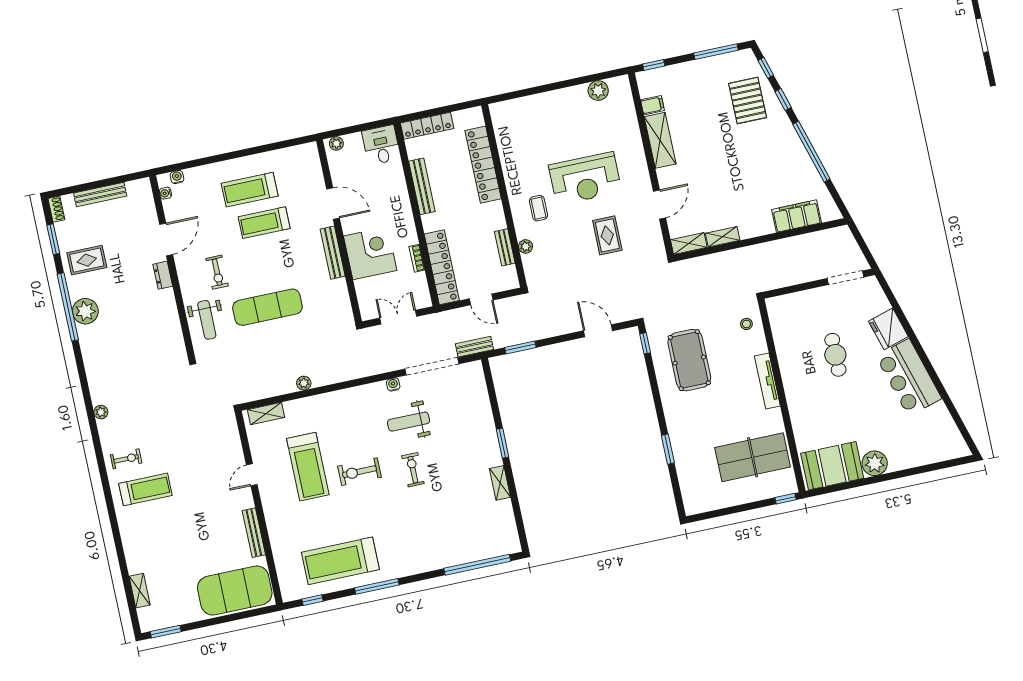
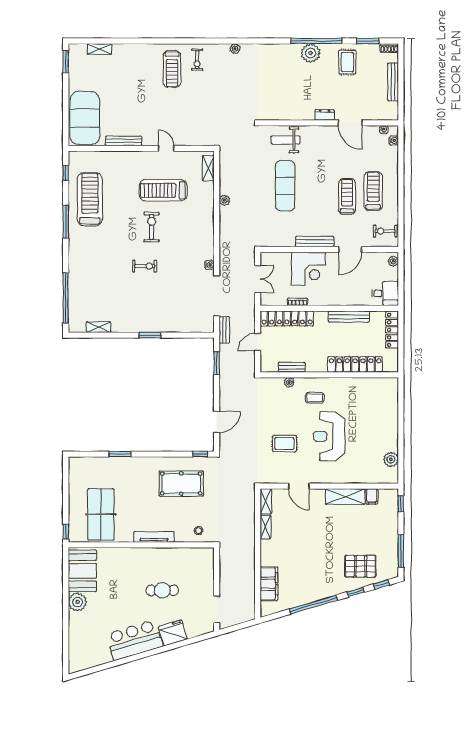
exercise bike: (217, 272) -> (385, 231), moved
weight bench: (409, 422) -> (180, 270), removed
shelving: (500, 483) -> (98, 327), moved

